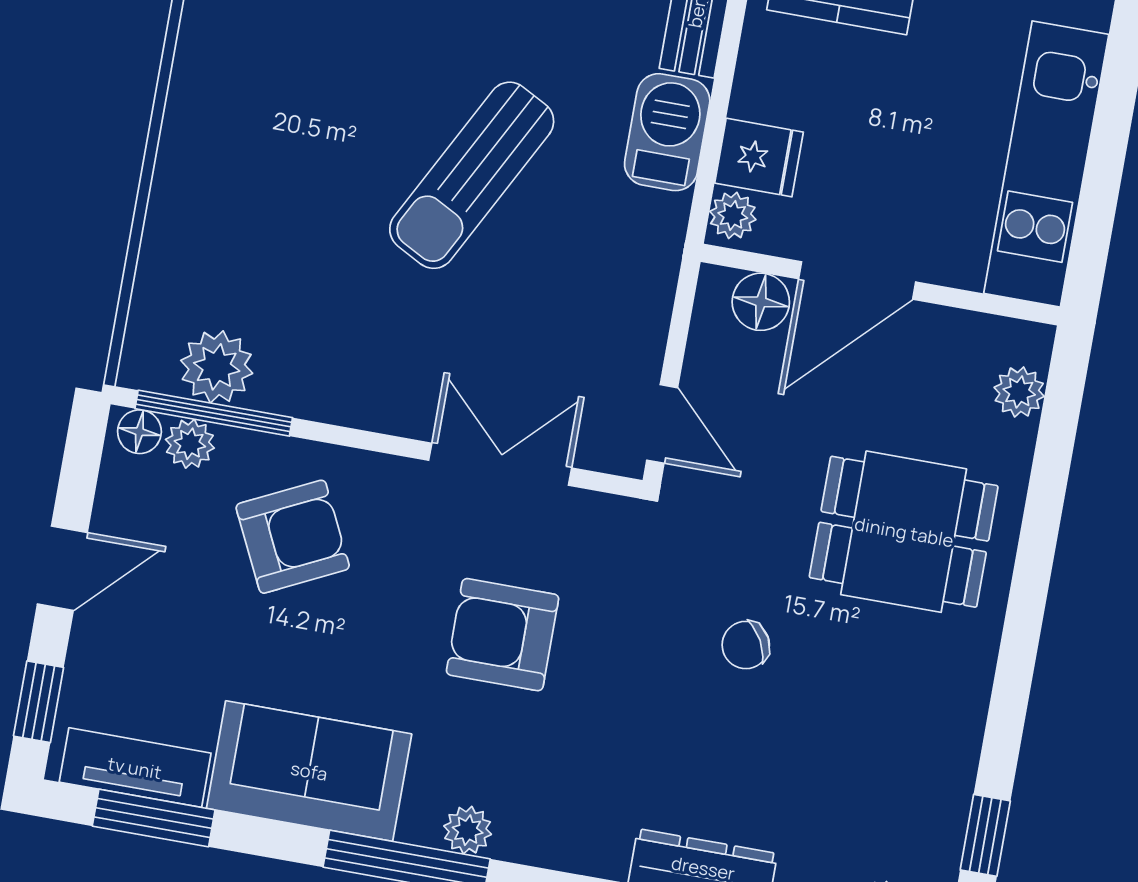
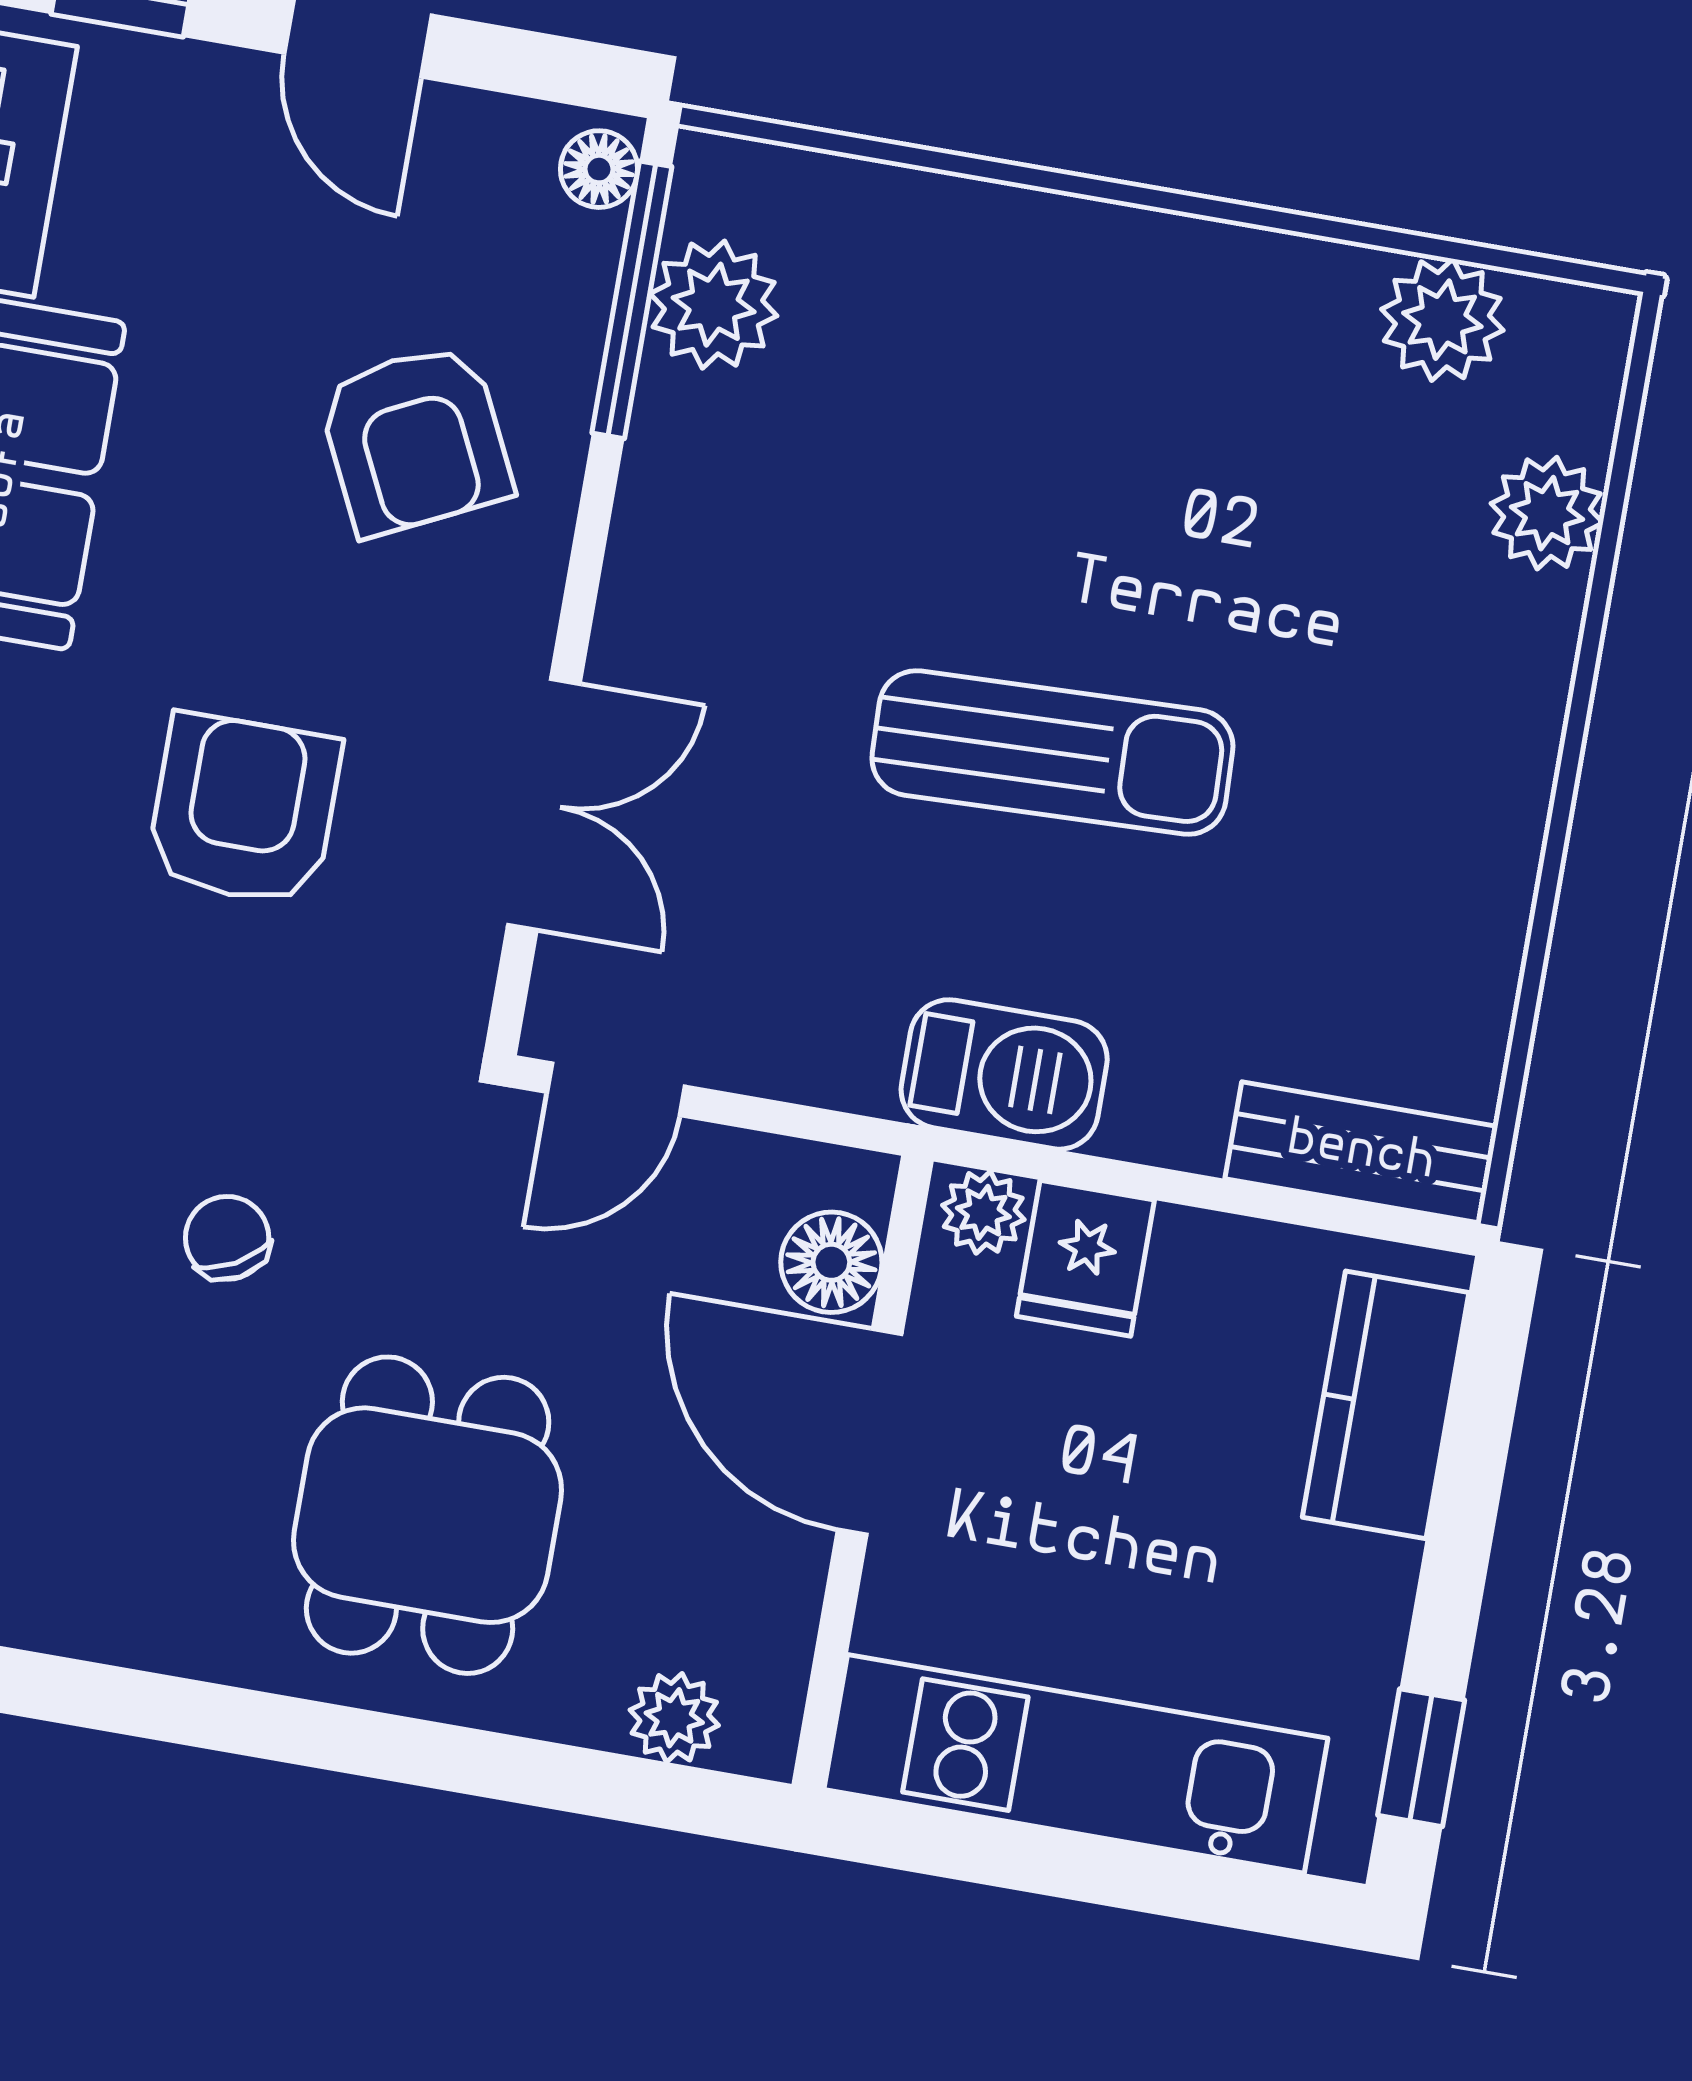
barbecue: (667, 132) -> (1004, 1074), moved
sun lounger: (472, 175) -> (1052, 752), turned 150
plant: (190, 444) -> (578, 258), removed

